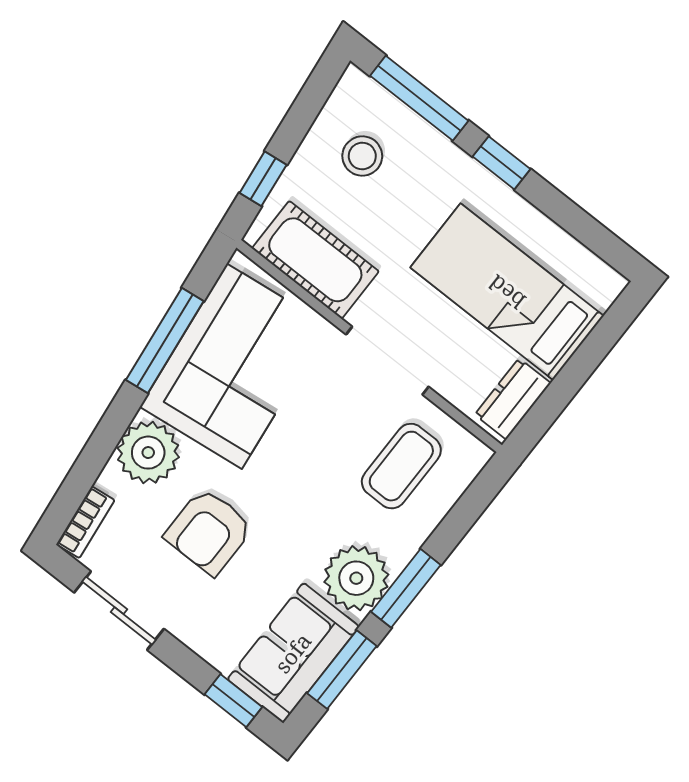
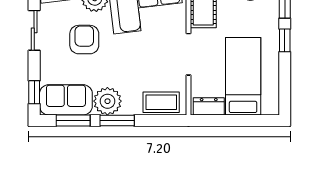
coffee table: (401, 466) -> (161, 102), moved
armchair: (209, 531) -> (84, 40), turned 90

